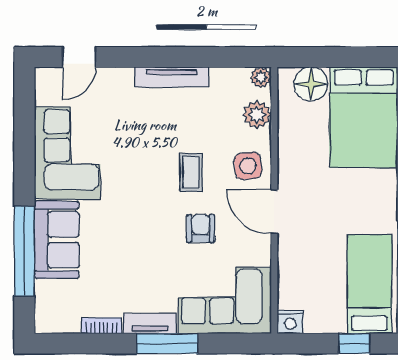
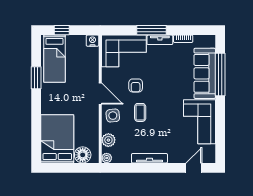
sofa: (57, 240) -> (205, 73), width x1.36

